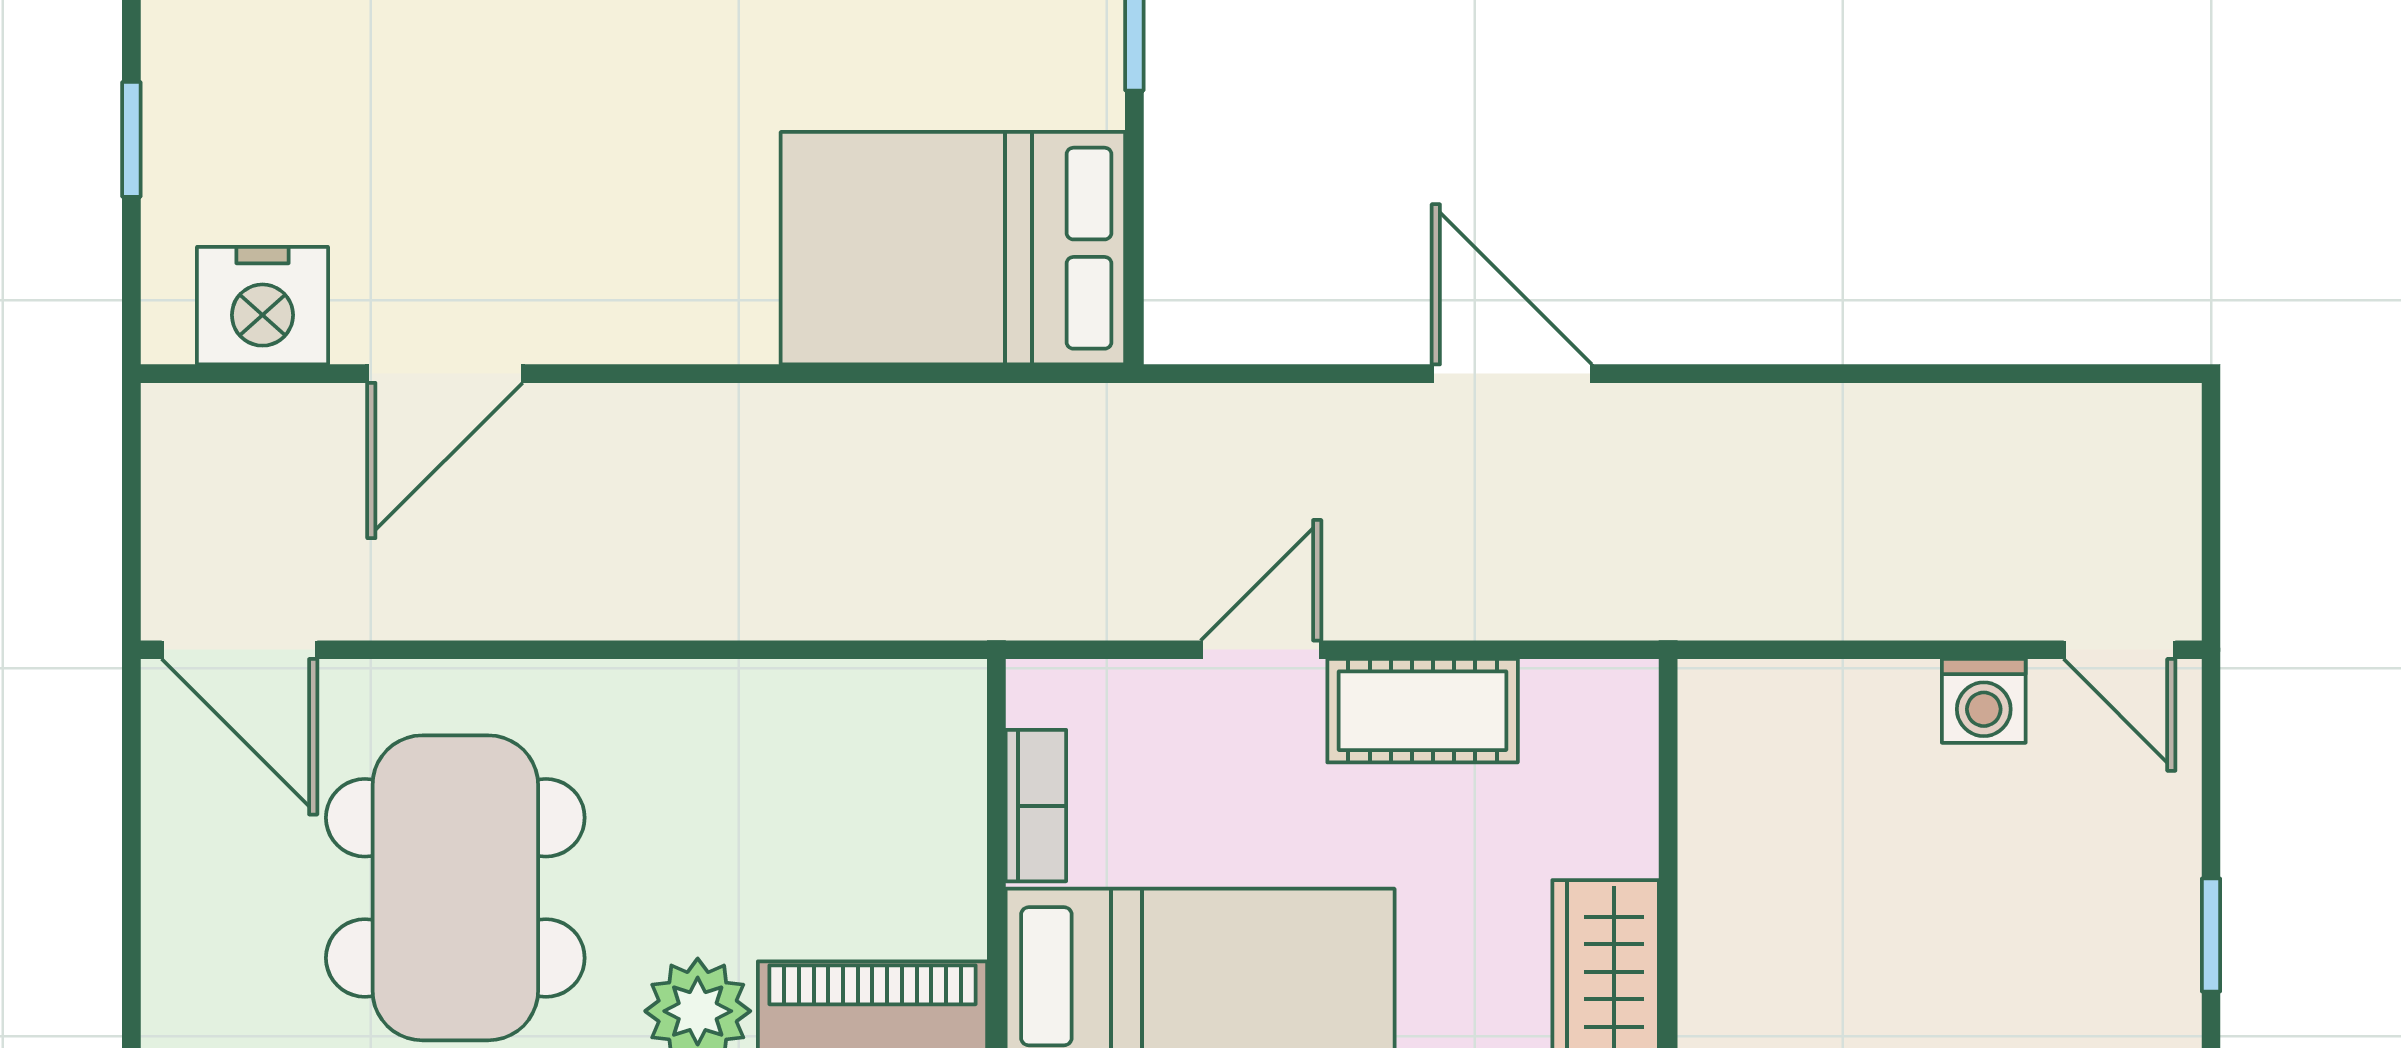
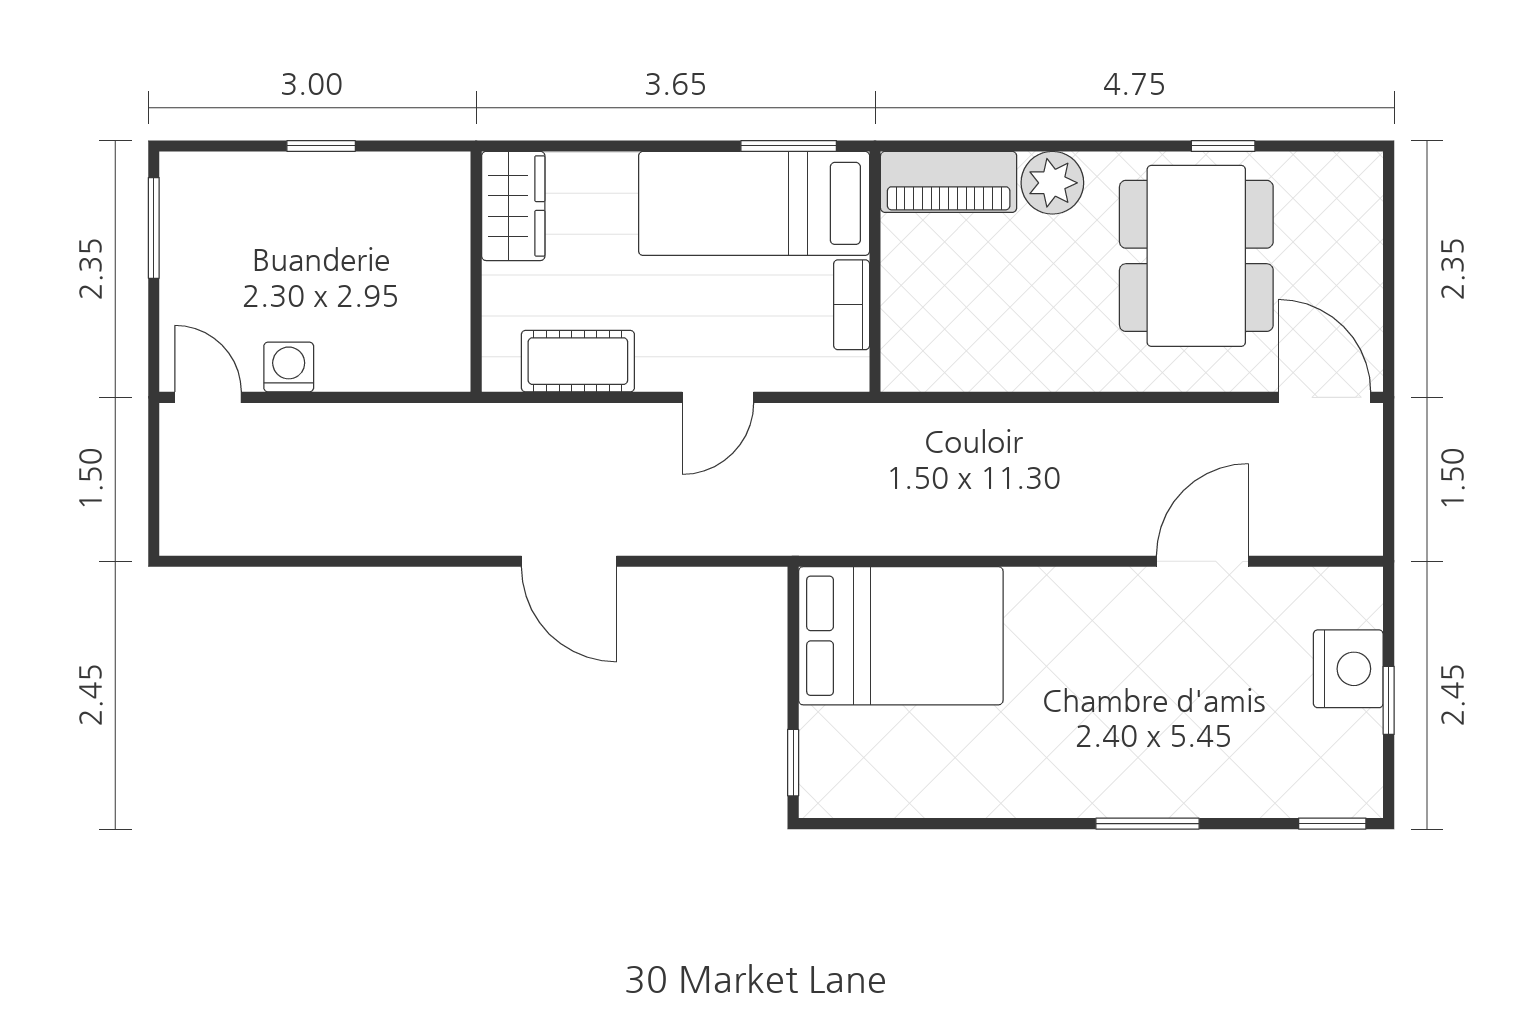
nightstand: (262, 306) -> (1348, 669), moved, turned 90
cot: (1423, 711) -> (578, 361), moved
window: (2211, 935) -> (154, 228), width x1.50

